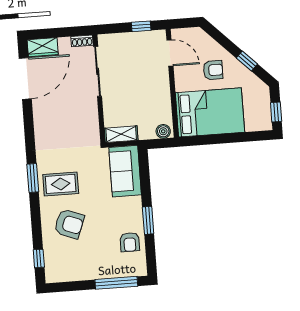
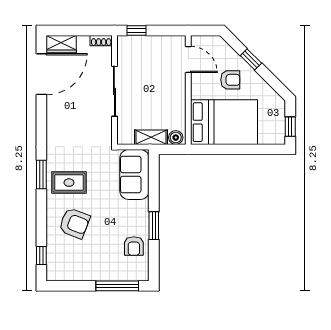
window: (141, 26) -> (136, 31), moved
window: (247, 61) -> (251, 59), moved
sliding door: (98, 71) -> (114, 91), moved
shelving: (121, 134) -> (151, 137), moved

